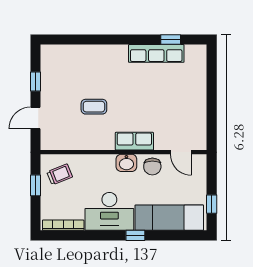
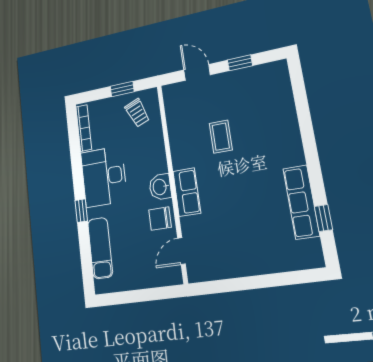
window: (212, 204) -> (126, 297), removed
exam couch: (169, 218) -> (100, 248), width x0.73, depth x0.69

